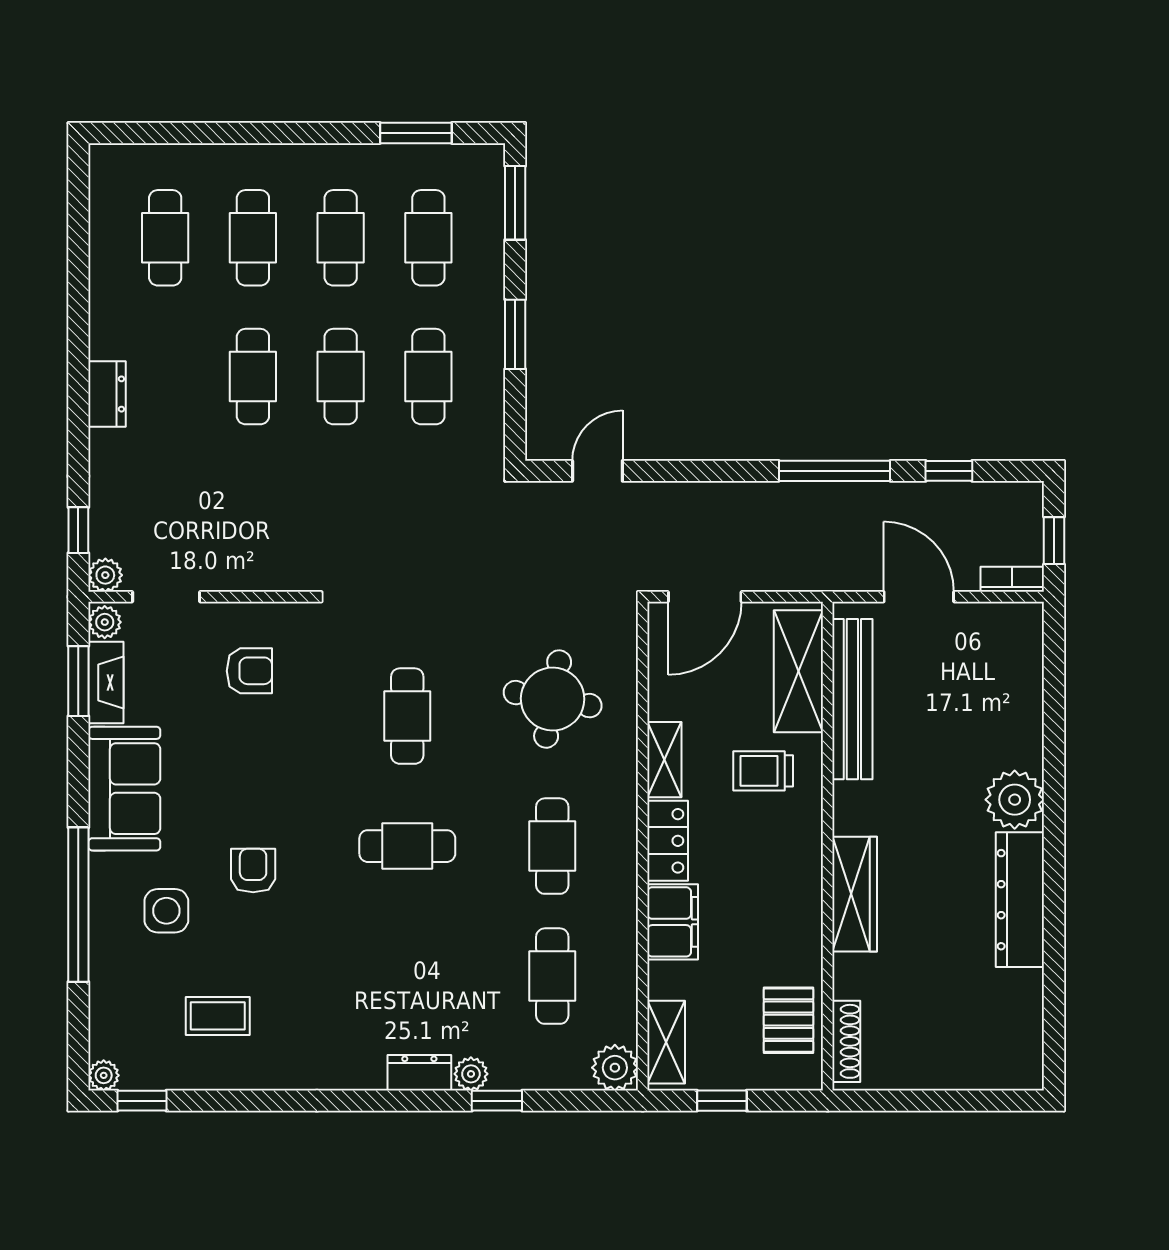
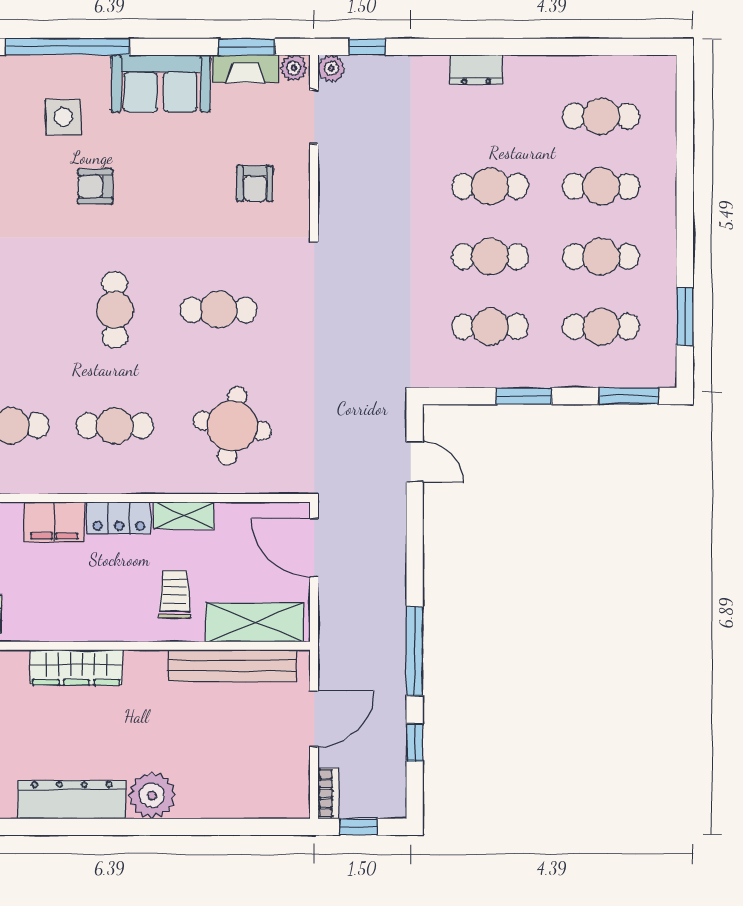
armchair: (253, 871) -> (95, 186), turned 180

